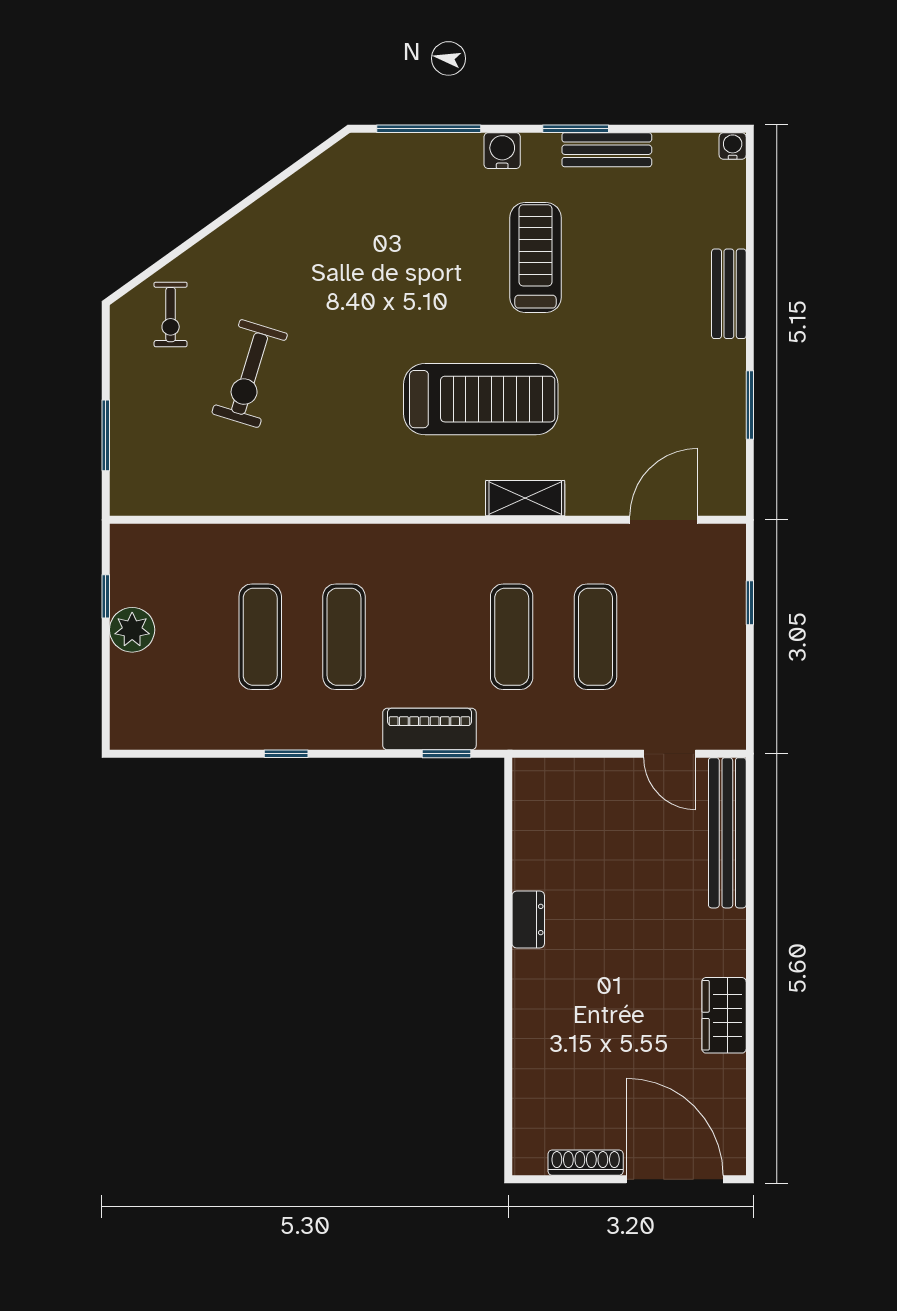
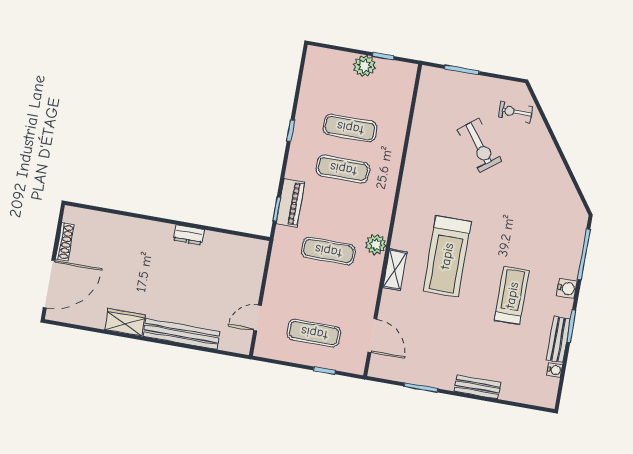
water cooler: (733, 146) -> (555, 370), moved
treadmill: (535, 258) -> (512, 295), turned -90
exercise bike: (250, 374) -> (480, 146), turned -145
plant: (482, 545) -> (376, 245), added
exercise mat: (595, 637) -> (314, 333), moved
bench: (727, 833) -> (181, 334), moved

